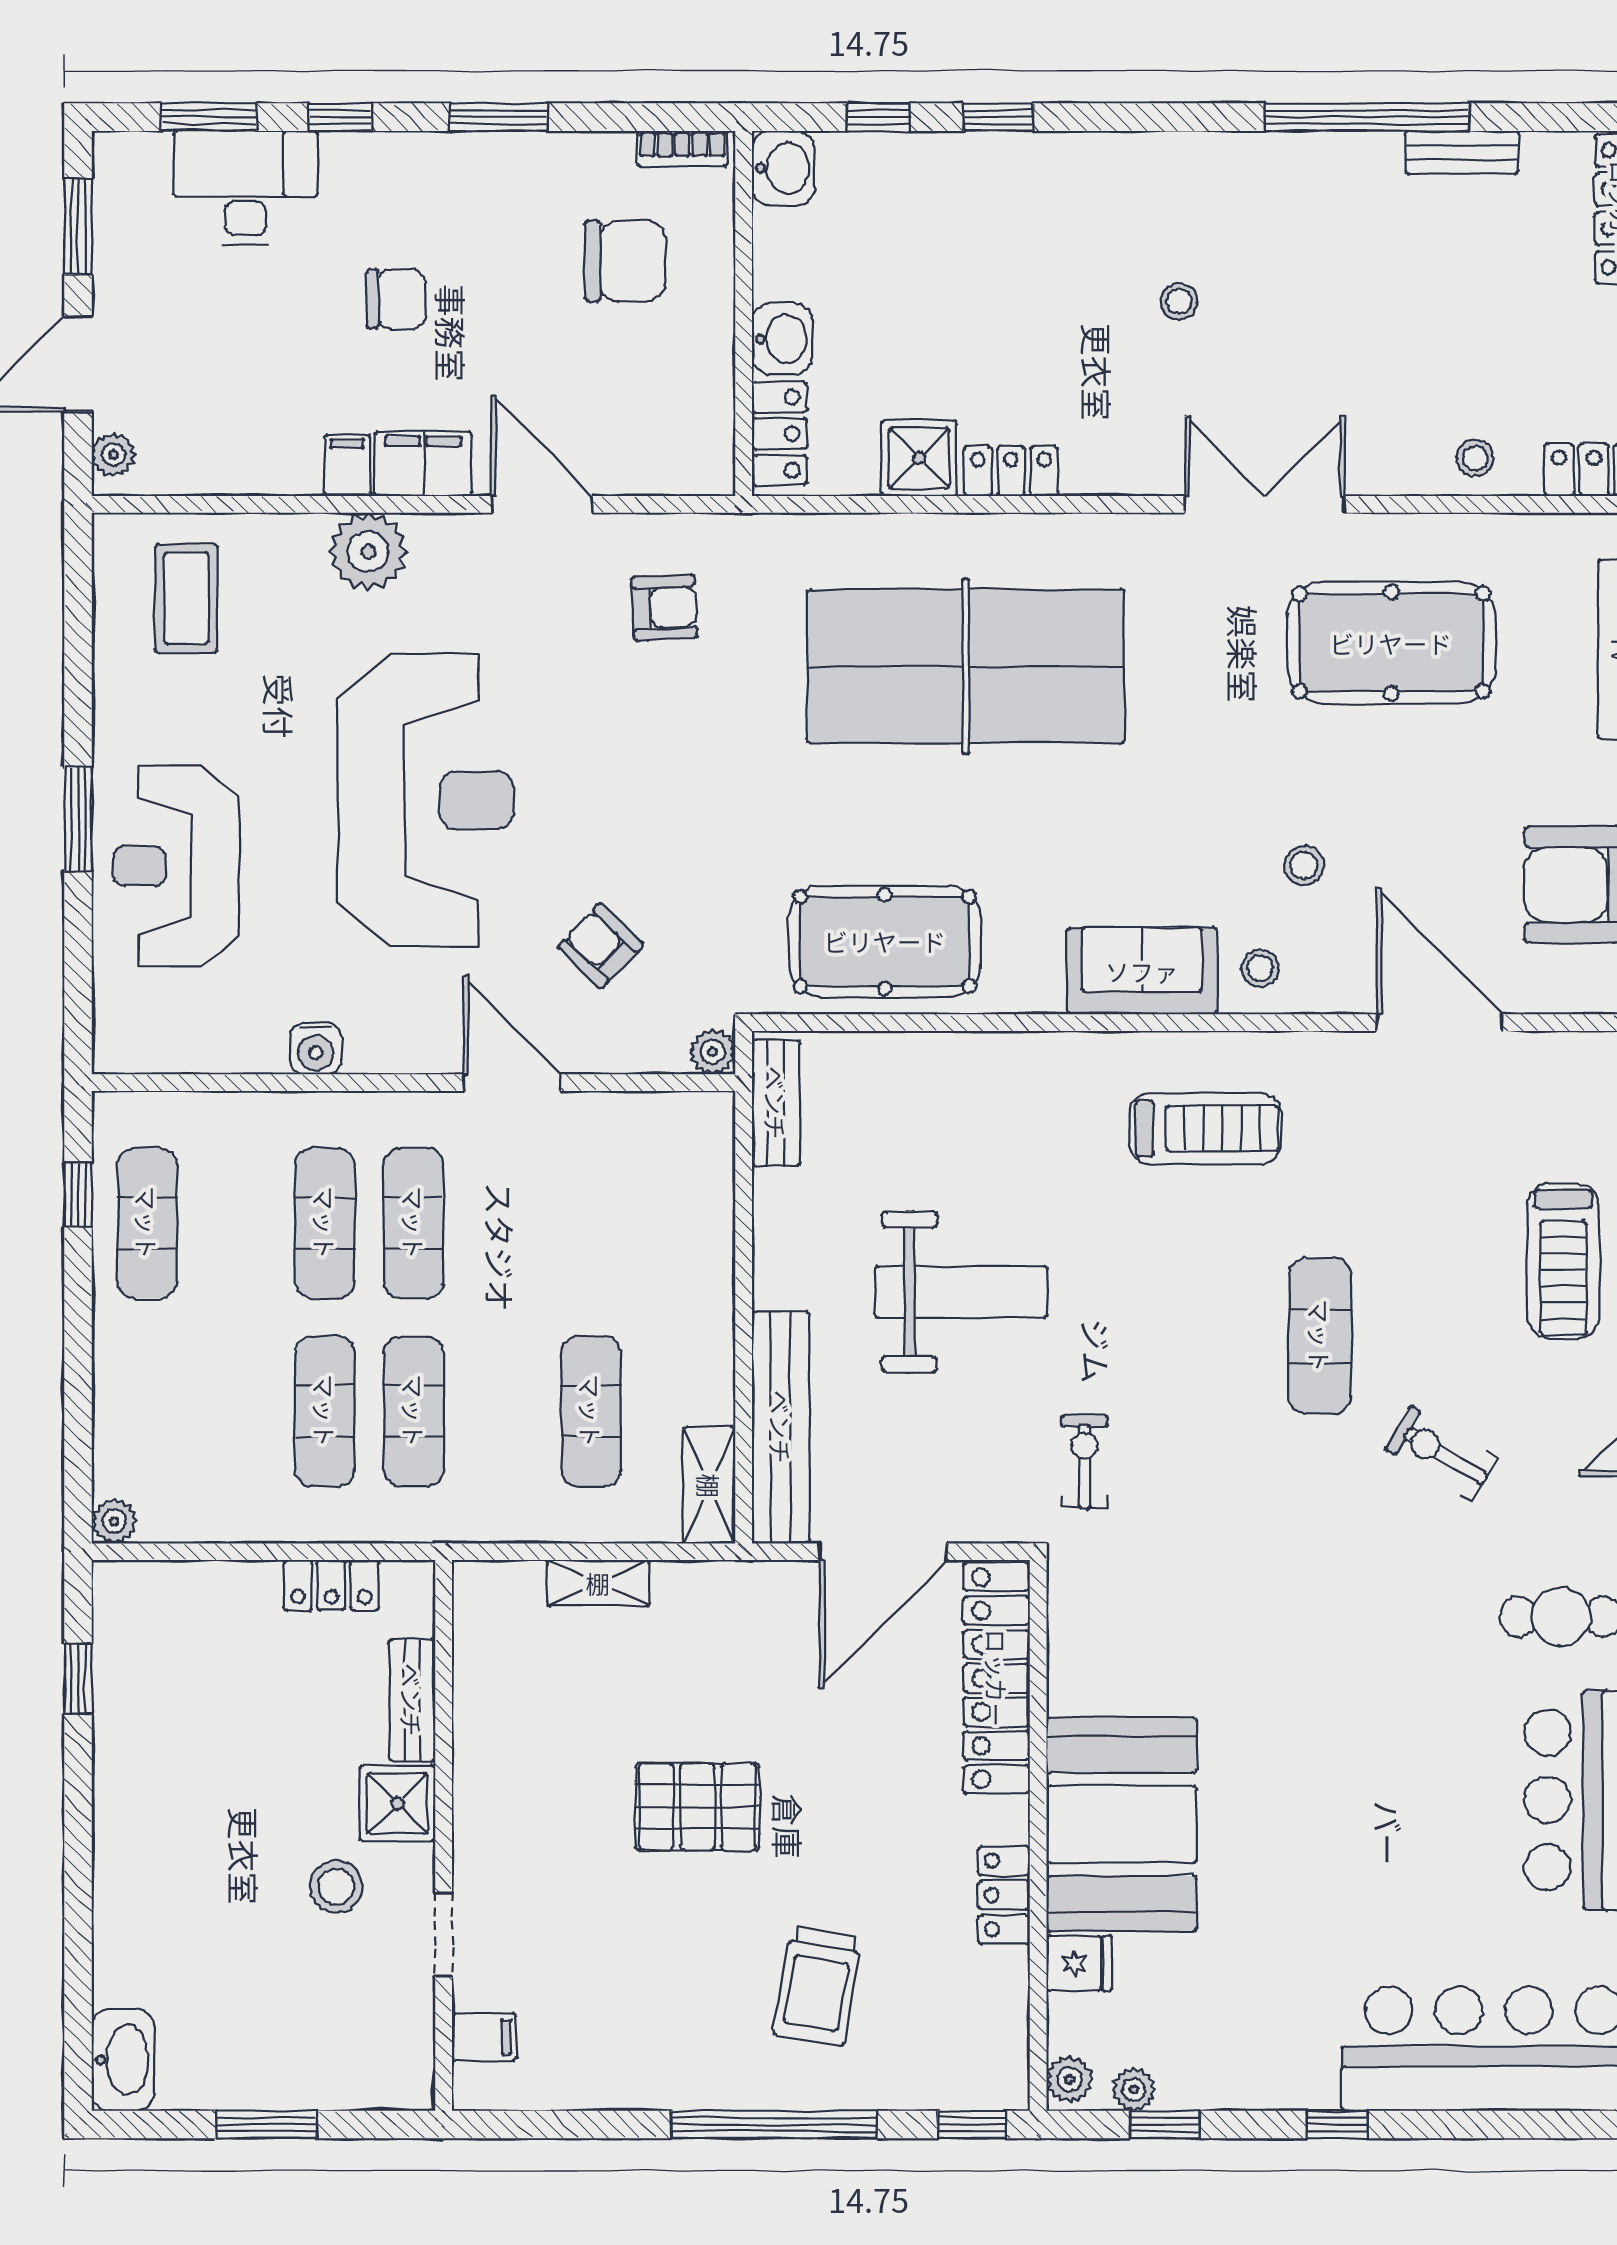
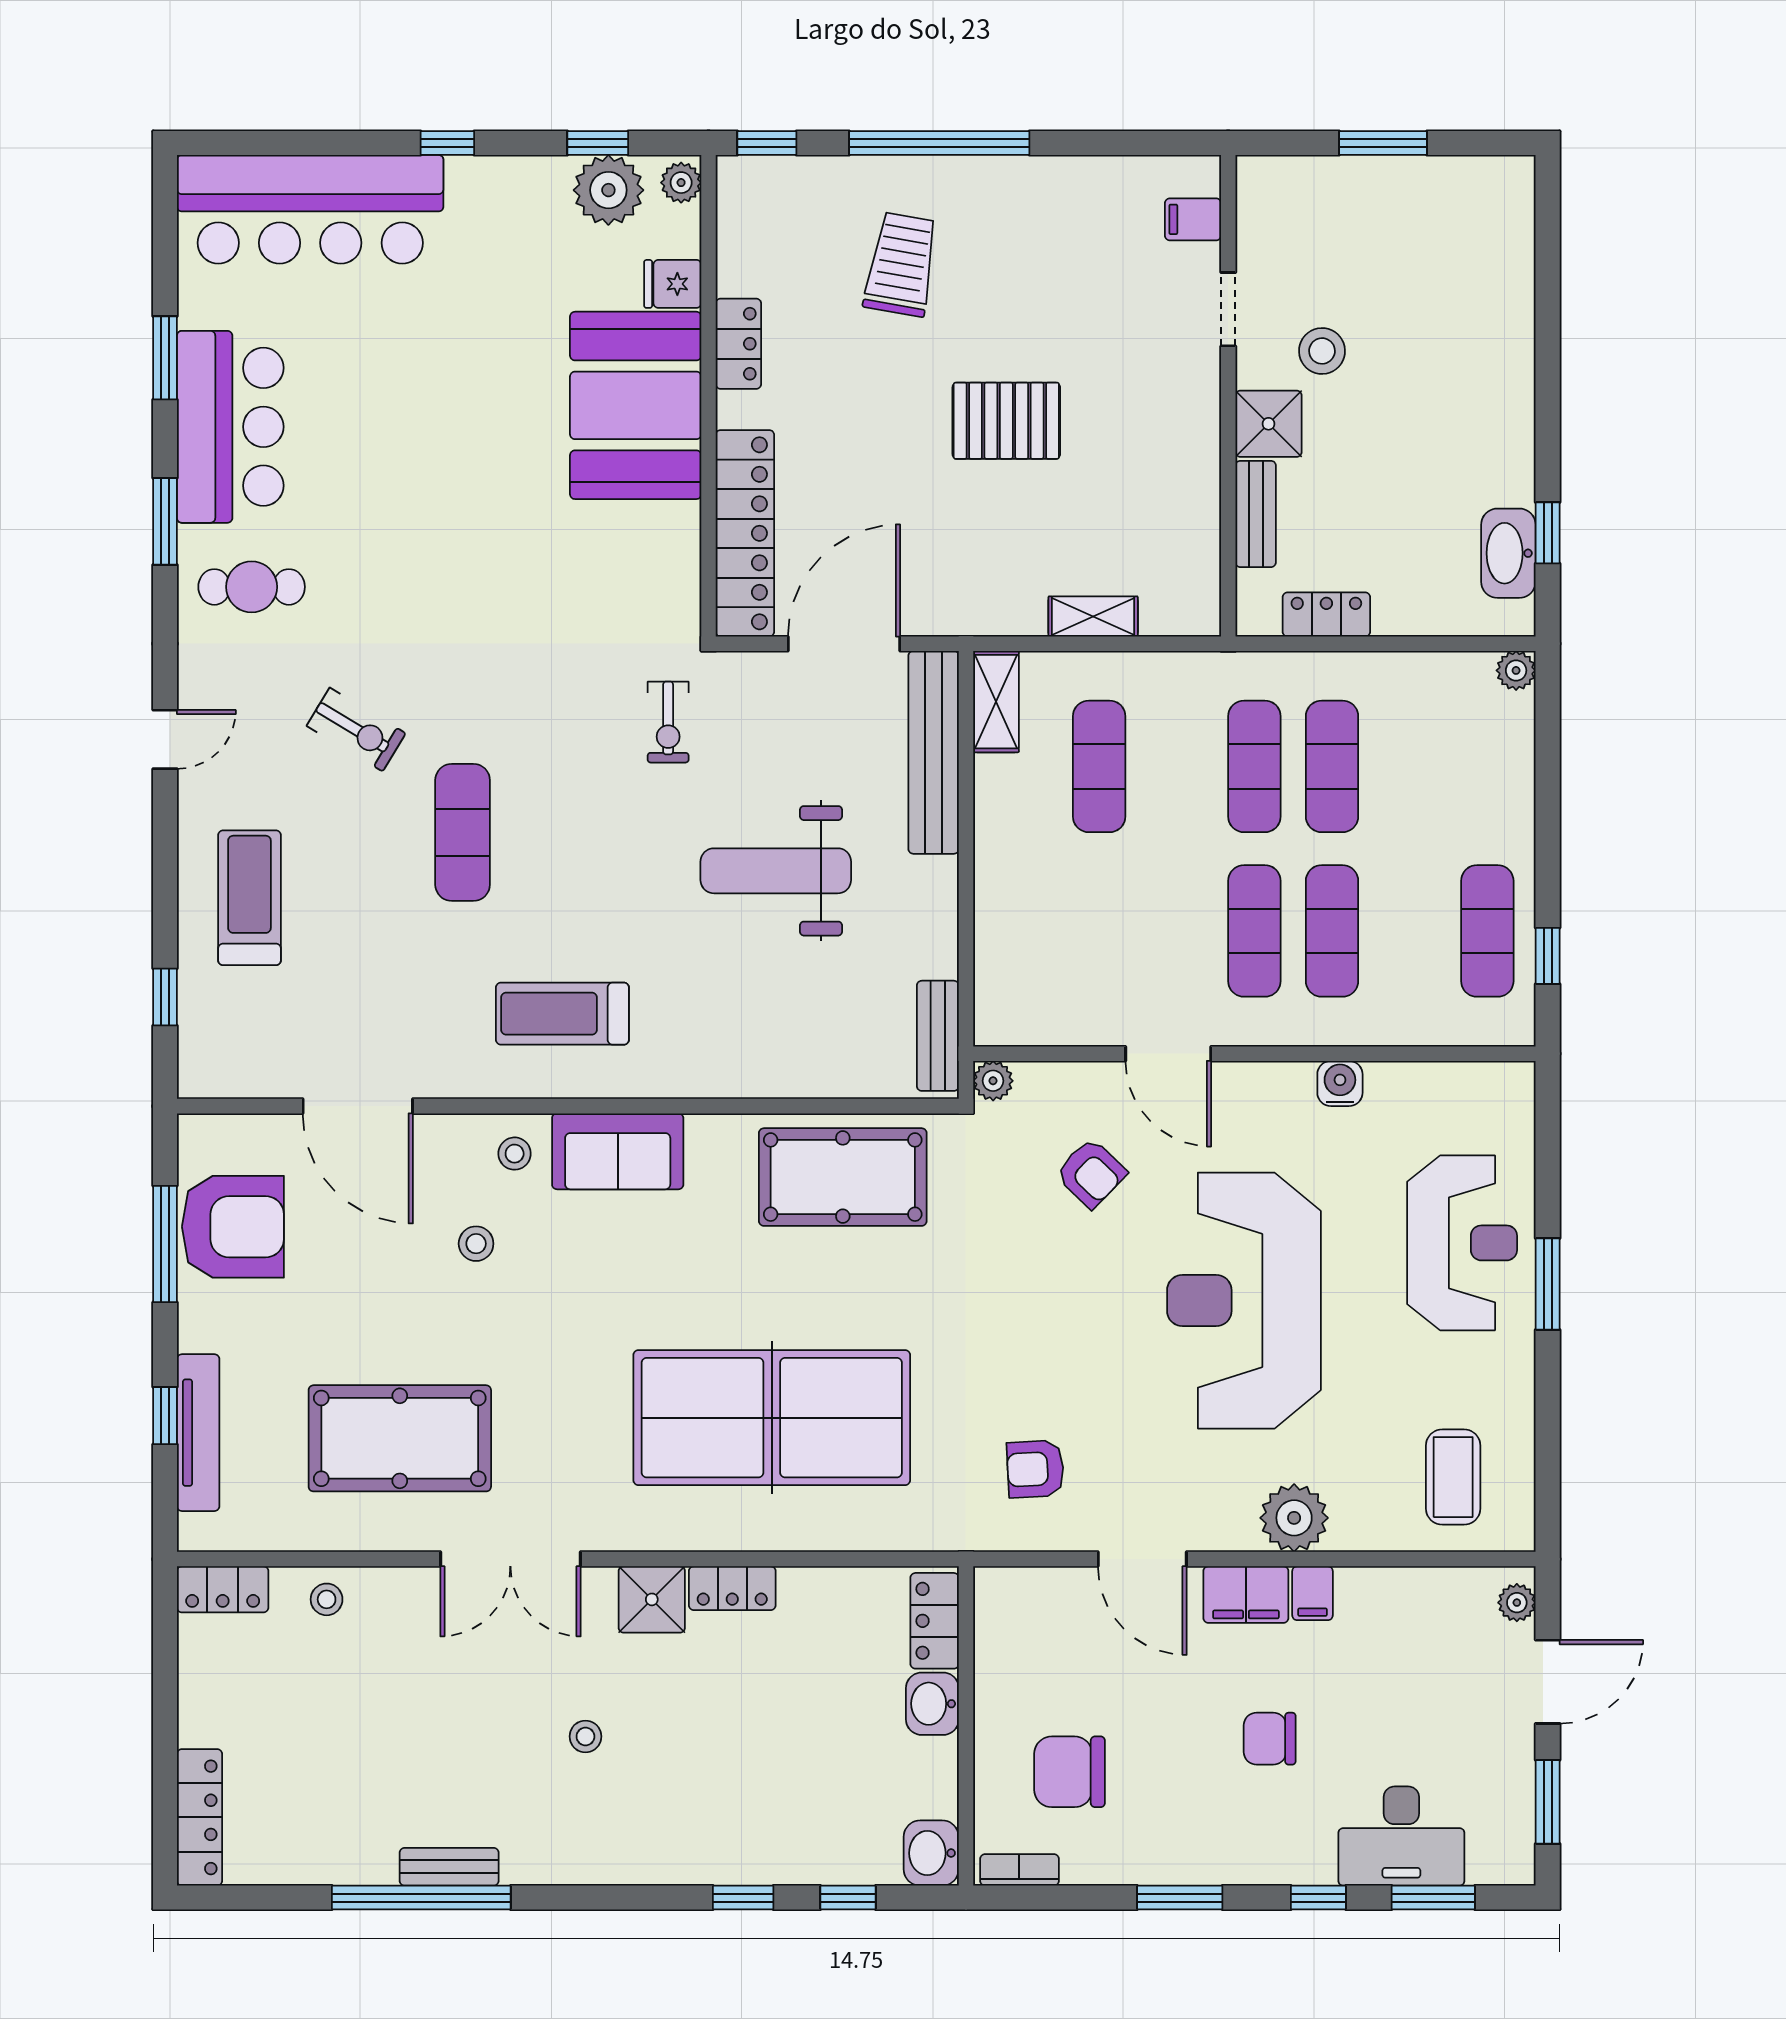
bench: (1462, 152) -> (449, 1867), moved
shower: (919, 458) -> (652, 1599), moved
washbasin: (123, 2060) -> (1508, 553), moved
plant: (1134, 2089) -> (608, 190), width x1.87, depth x1.87

